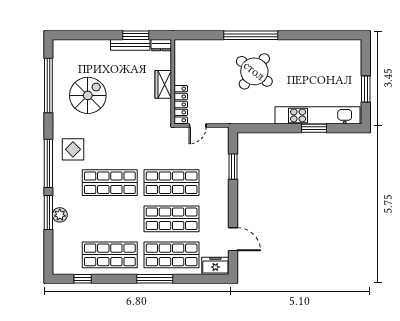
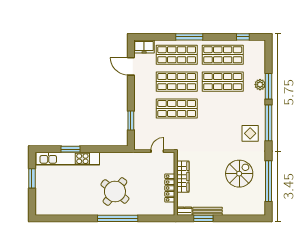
wardrobe: (163, 84) -> (183, 177), width x1.50
spiral stairs: (88, 95) -> (239, 174), turned 180
locker: (181, 104) -> (170, 188), moved
shop shelf: (110, 183) -> (223, 82), moved

